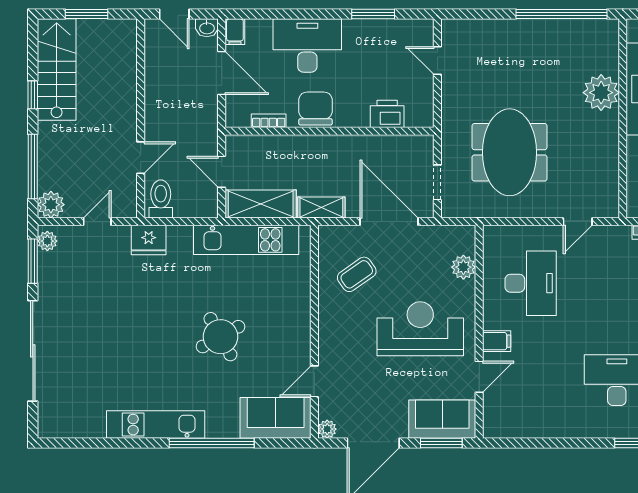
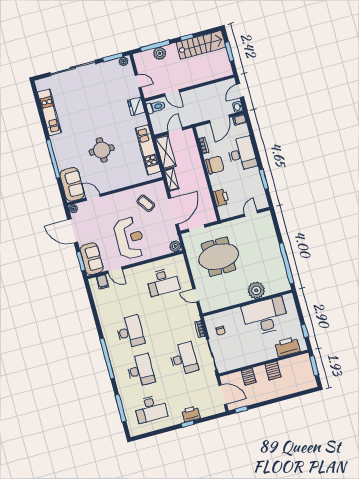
plant: (51, 205) -> (160, 53), moved
plant: (463, 267) -> (175, 246), moved
round table: (220, 337) -> (102, 150), turned 31
filing cabinet: (497, 341) -> (103, 282), moved
kitchen unit: (156, 425) -> (50, 112), moved

